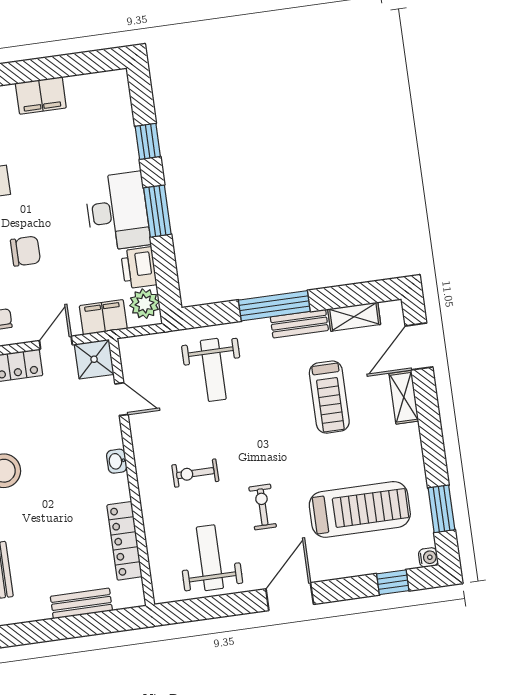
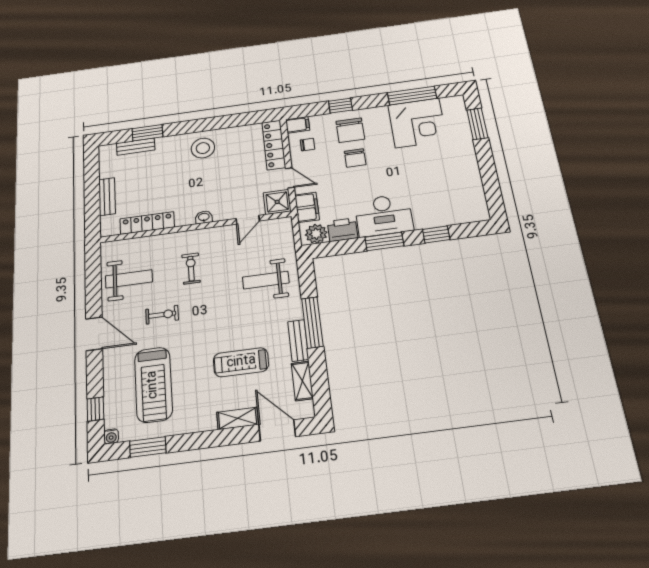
filing cabinet: (41, 95) -> (467, 165), removed

